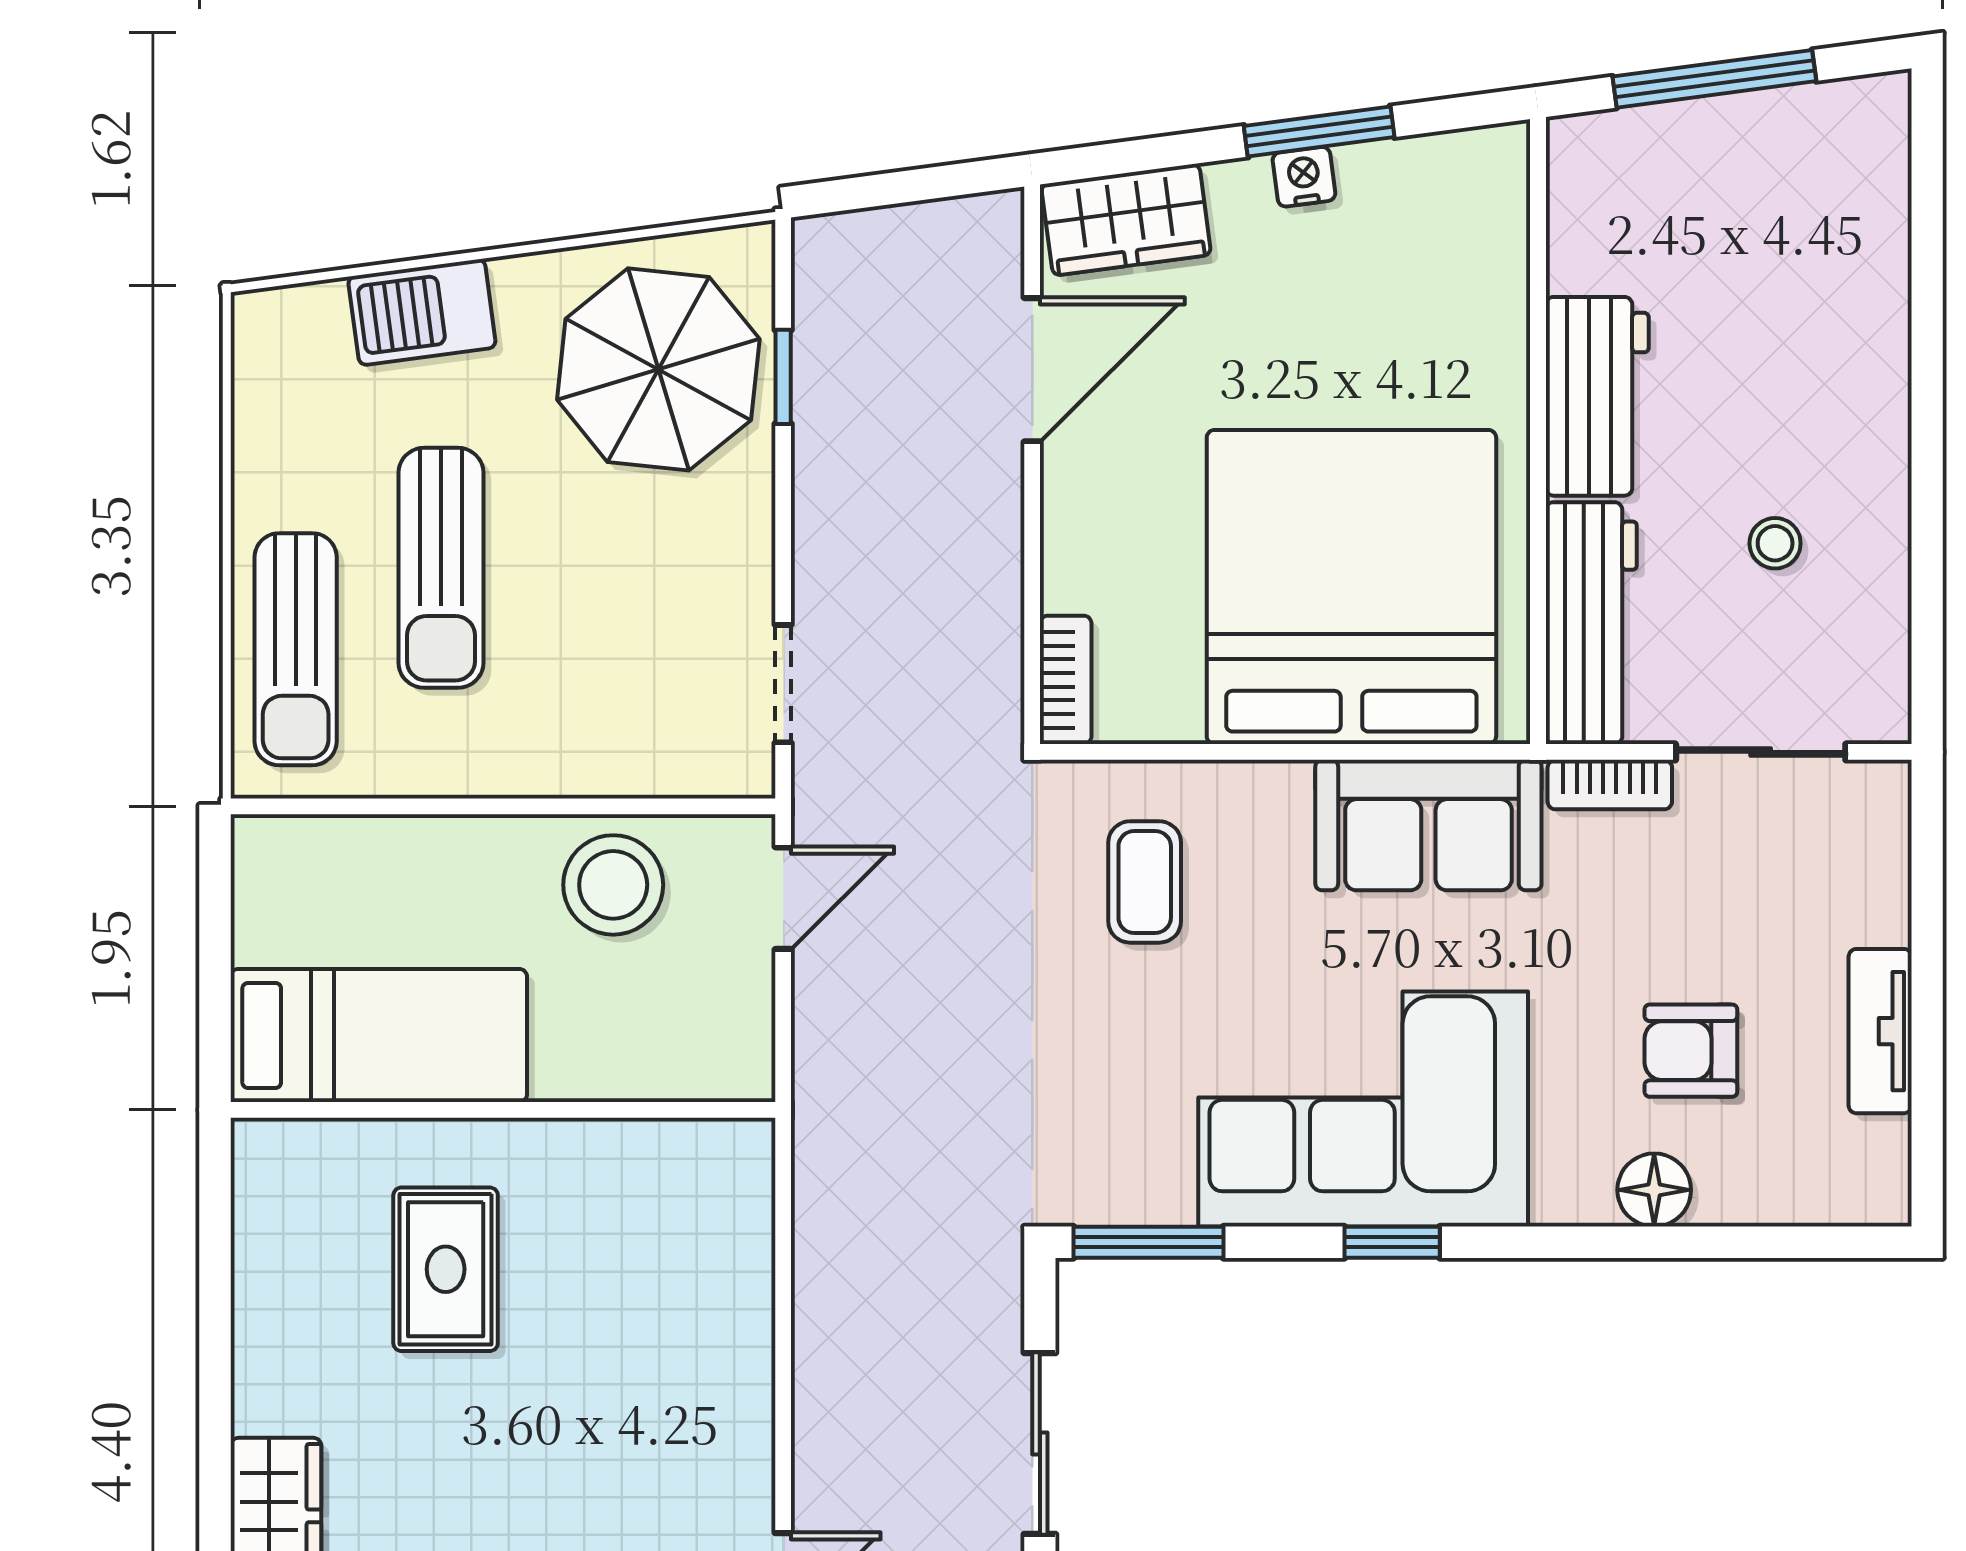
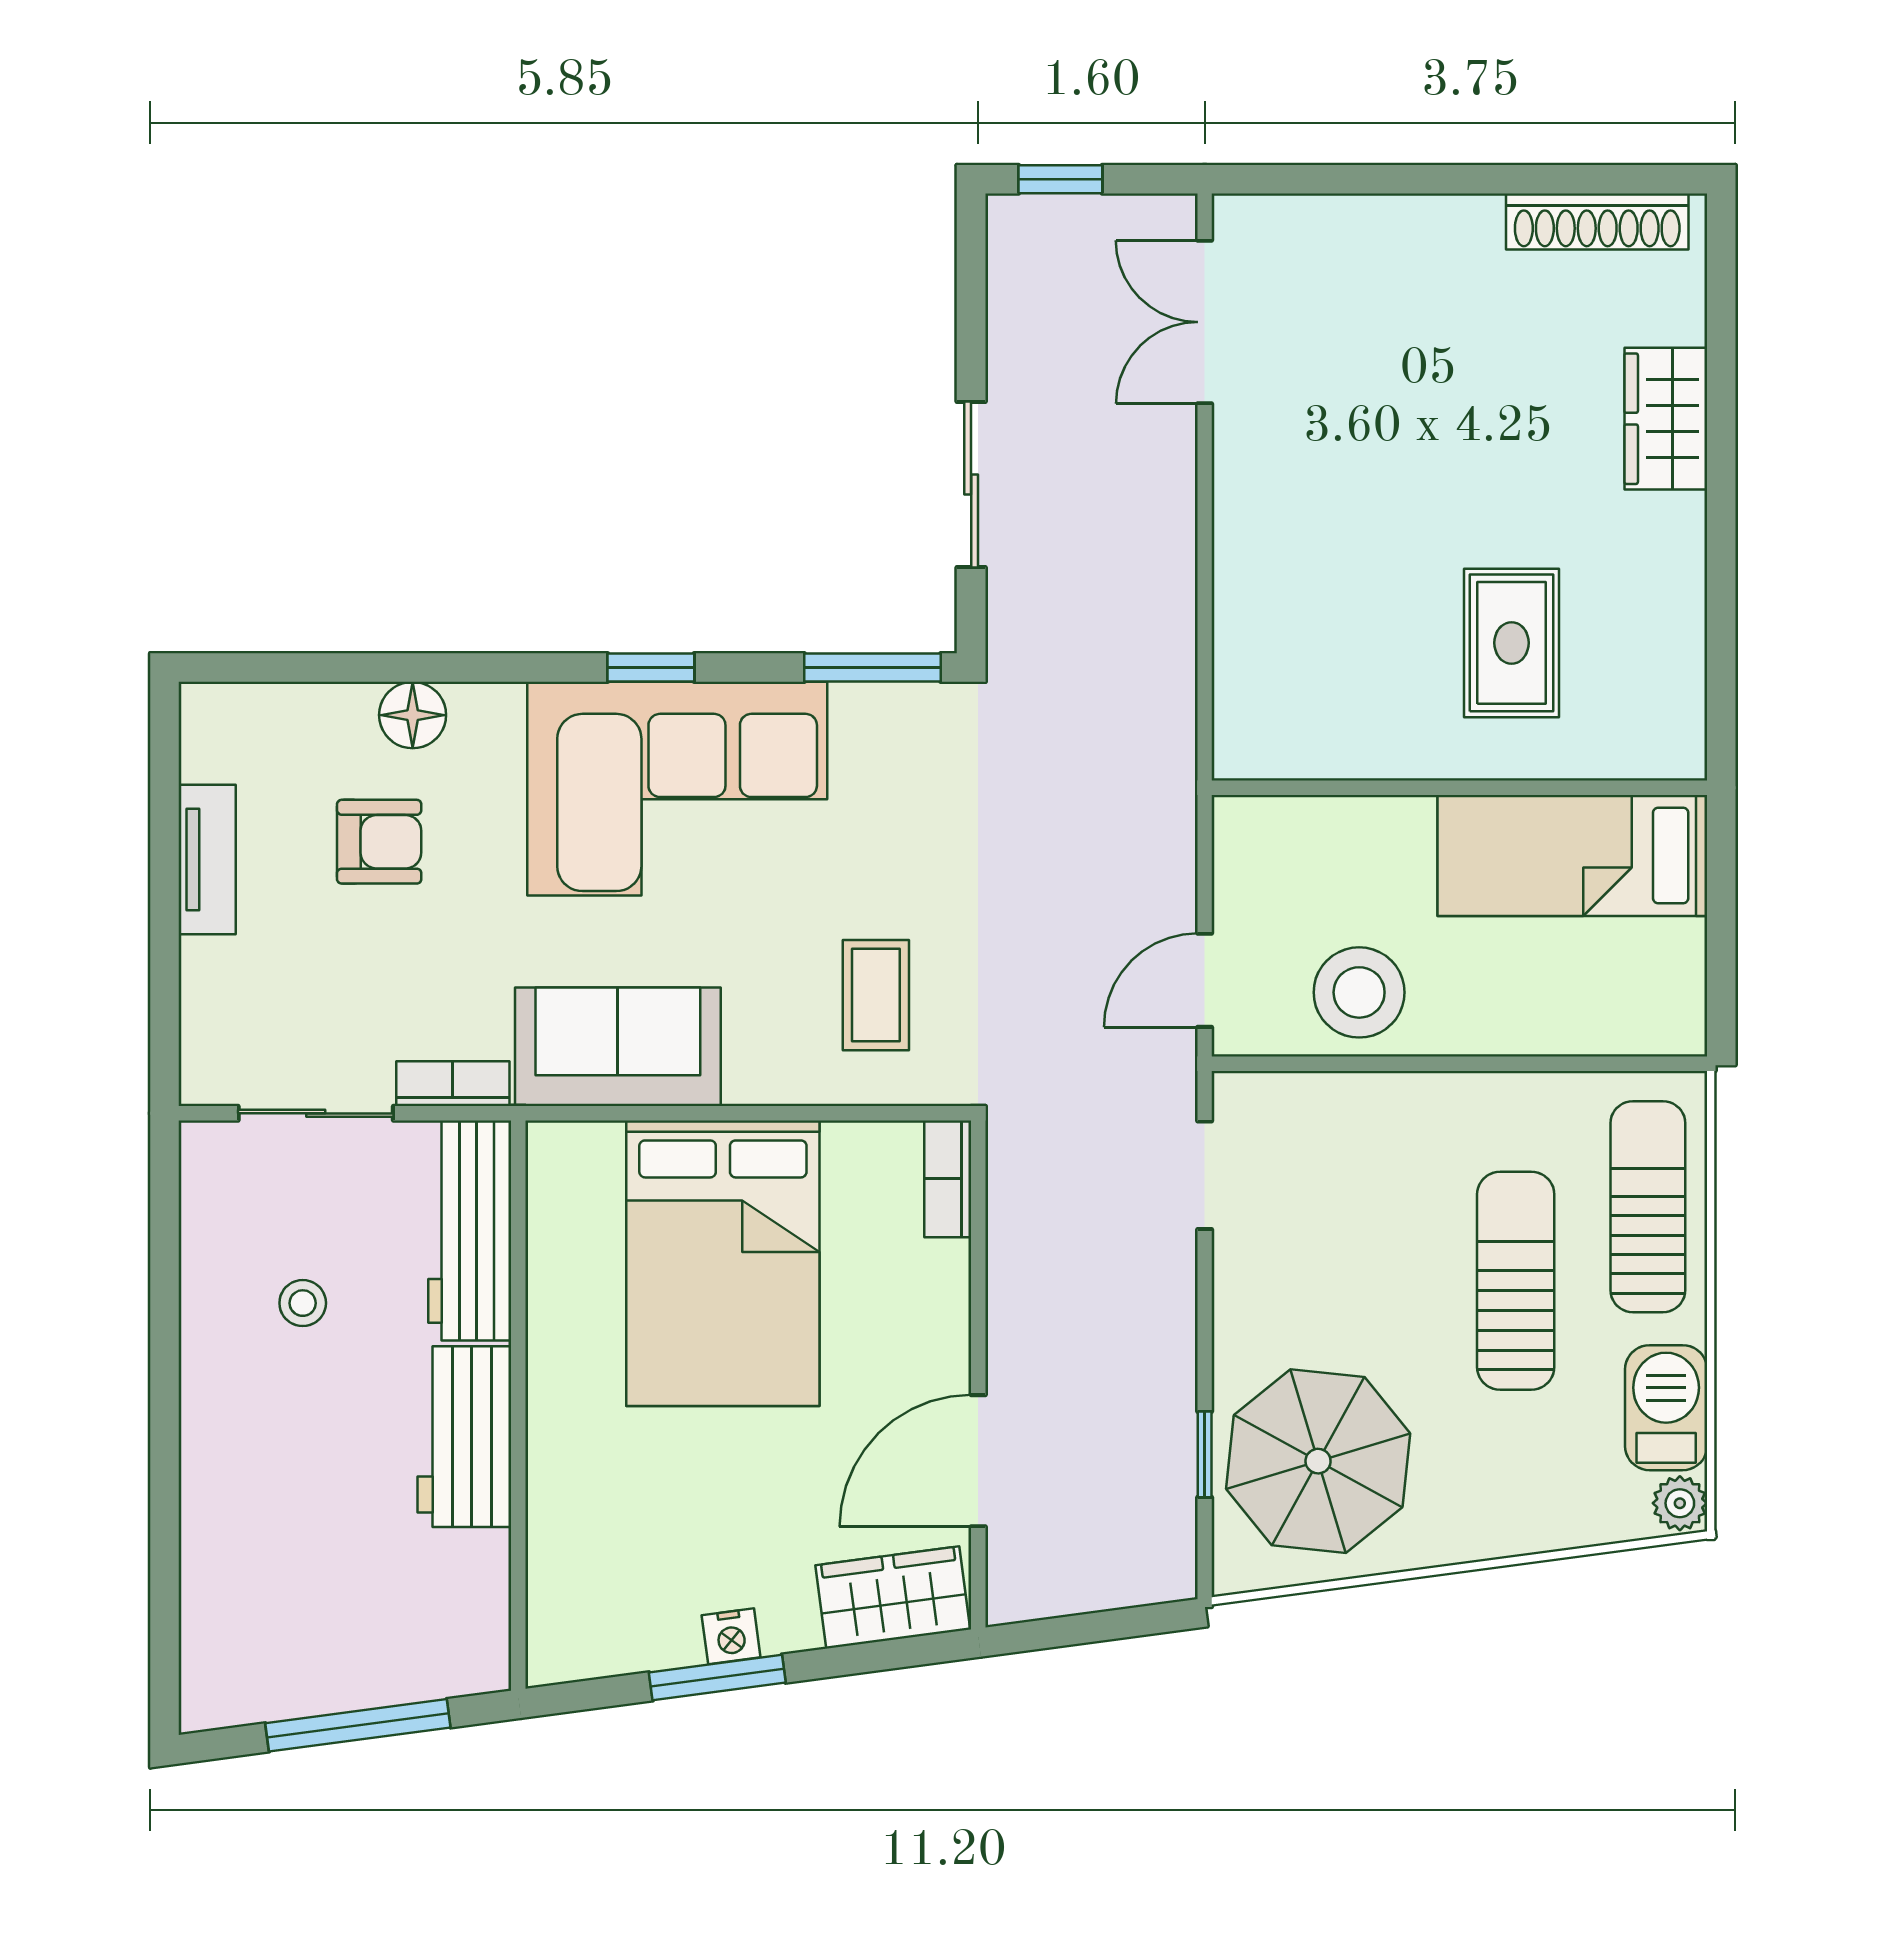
barbecue: (422, 312) -> (1666, 1408), moved, turned -82
plant: (260, 323) -> (1680, 1503), added
bed: (1351, 587) -> (723, 1263), width x0.73

